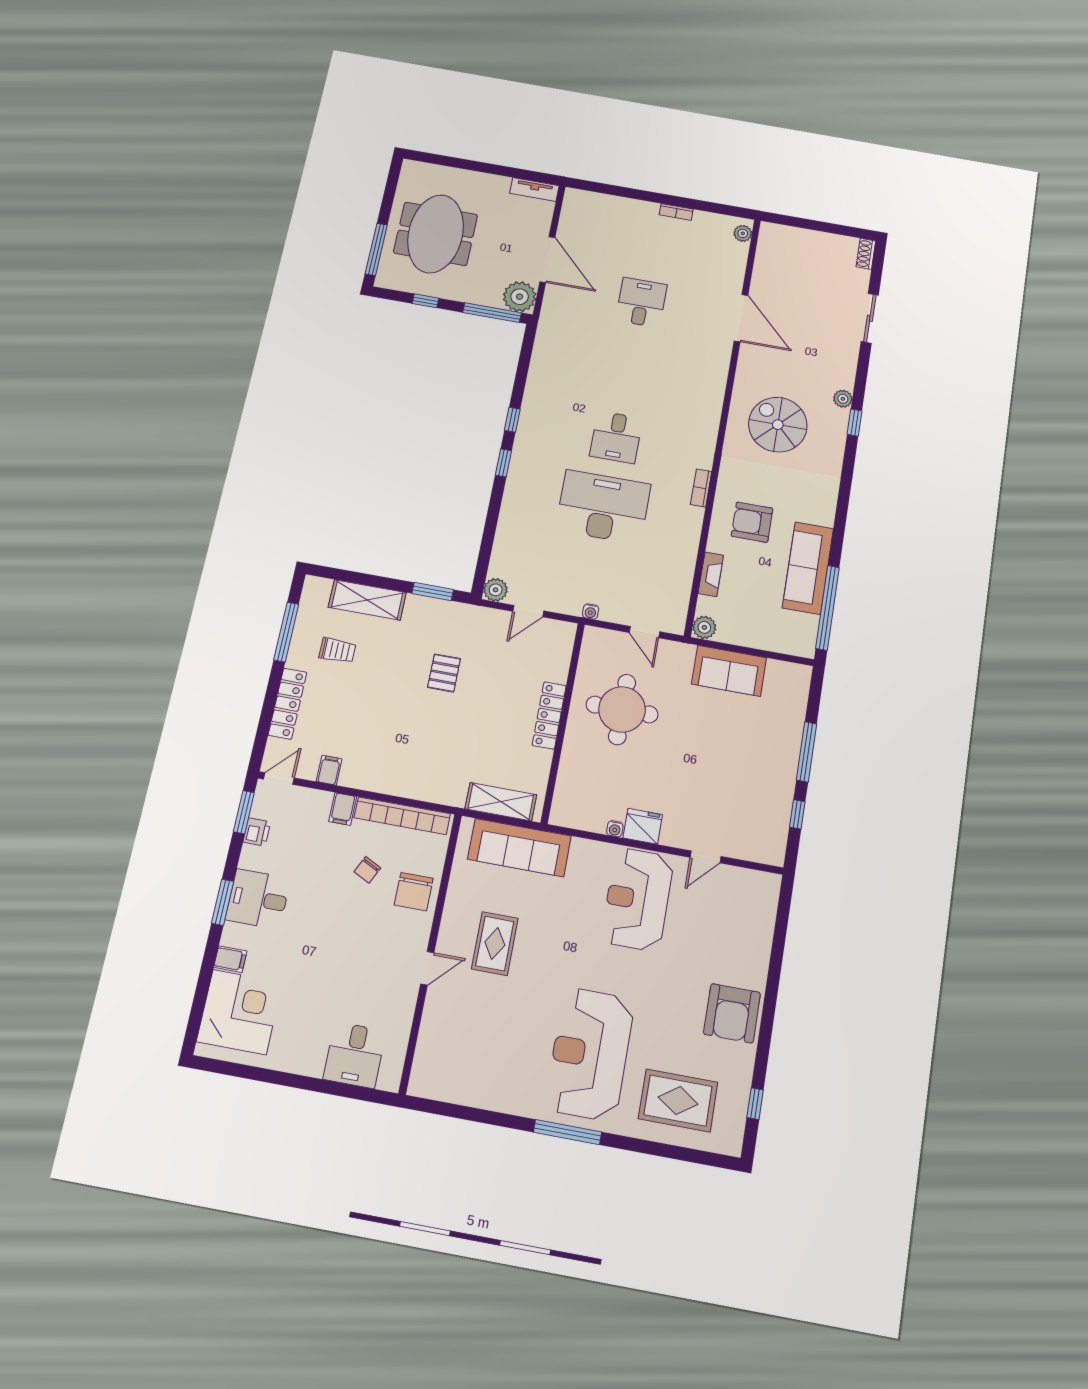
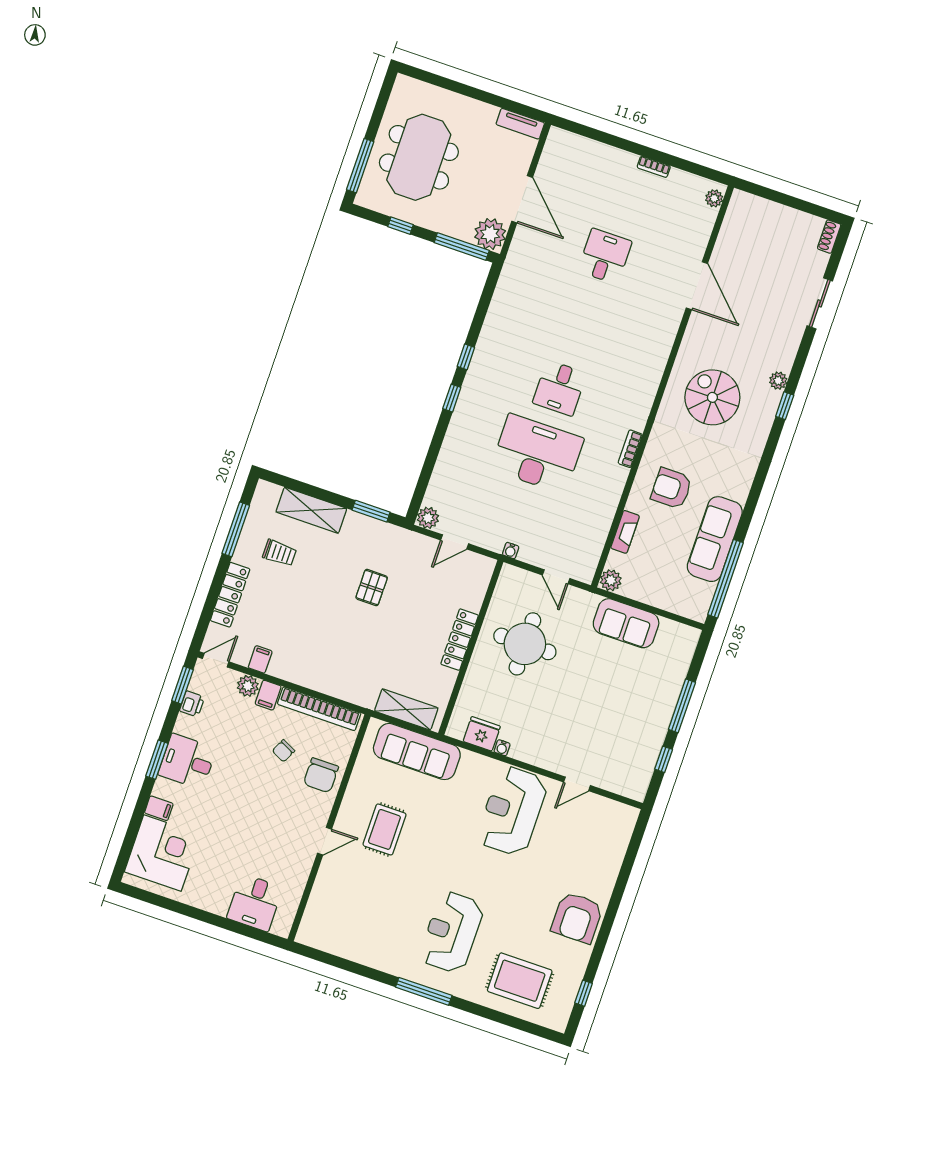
plant: (318, 802) -> (248, 686), added
fridge: (643, 826) -> (482, 734), moved
reception desk: (590, 1054) -> (452, 932), width x0.74, depth x0.77

